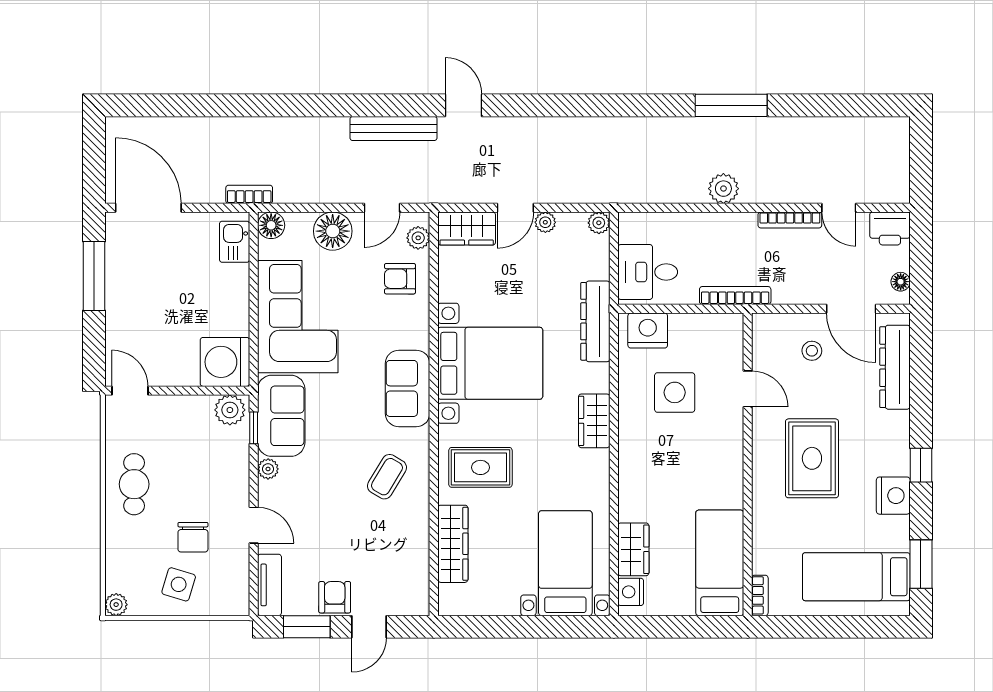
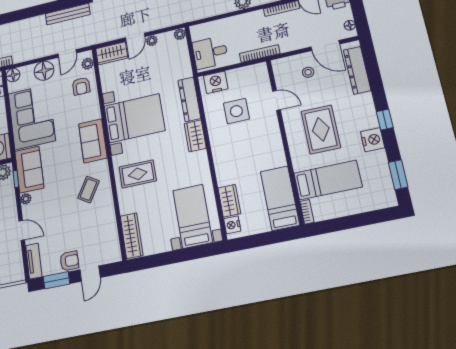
armchair: (400, 279) -> (81, 86), turned -90
dresser: (595, 321) -> (189, 99), moved
wardrobe: (453, 544) -> (132, 236), moved
bed: (856, 577) -> (328, 180), moved, turned 180
armchair: (335, 597) -> (69, 261), turned 90

